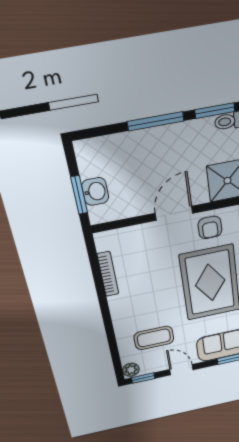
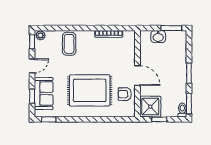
window: (156, 121) -> (189, 73), width x0.69
window: (79, 195) -> (171, 28), moved
coffee table: (154, 338) -> (69, 44), moved

